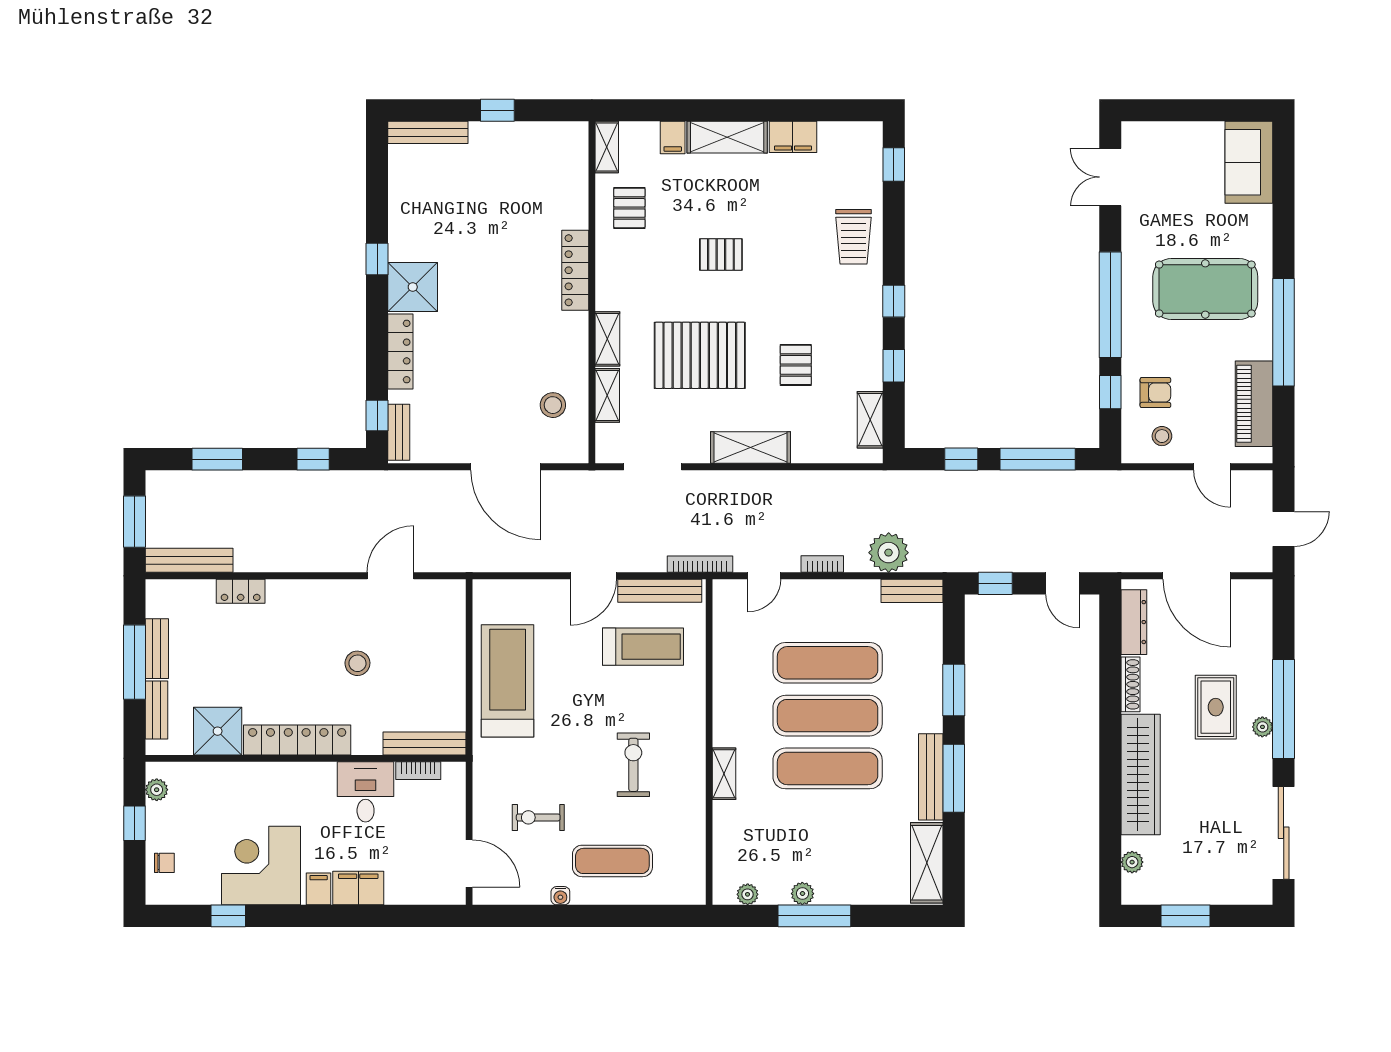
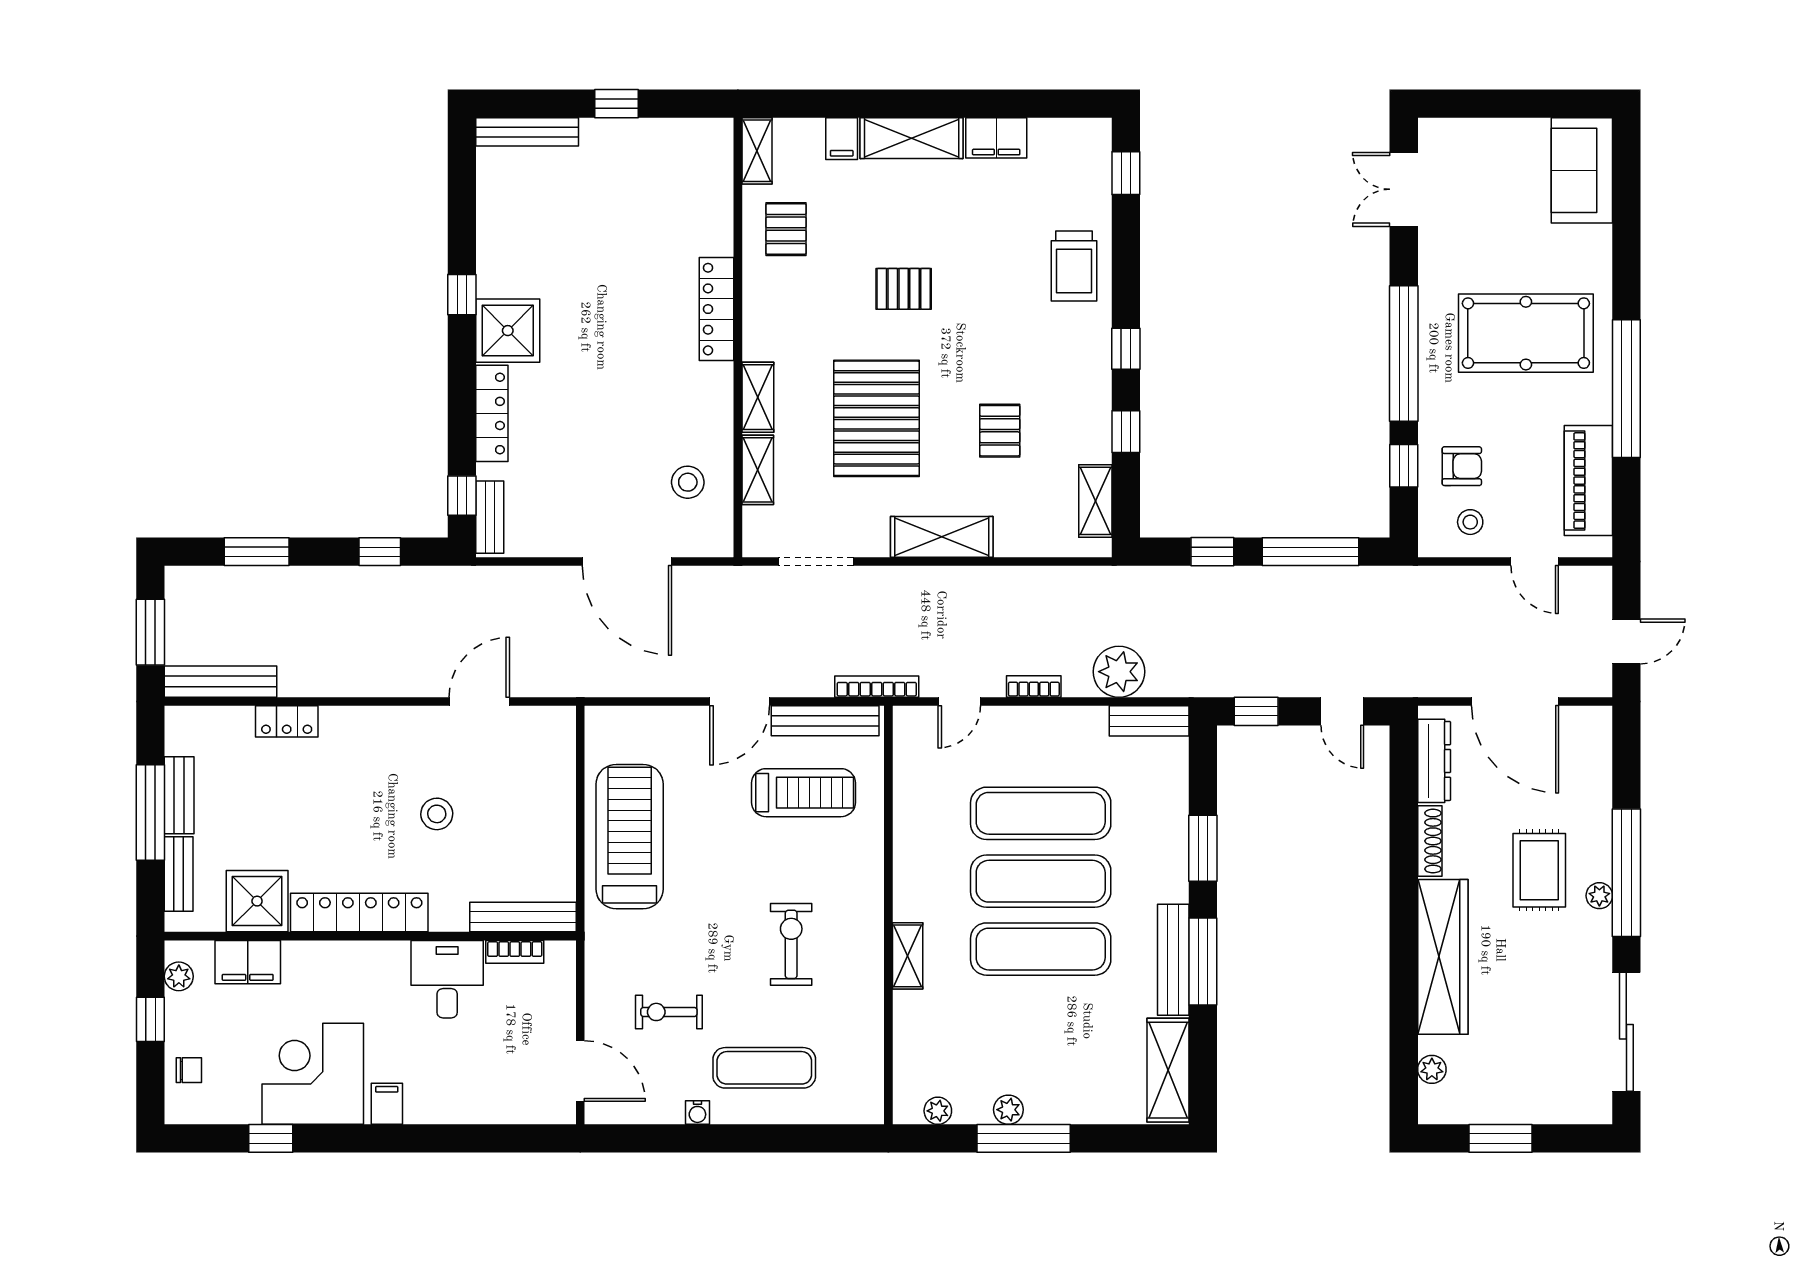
pallet: (700, 355) -> (877, 418), turned 90
filing cabinet: (358, 888) -> (248, 962), moved, turned 180

